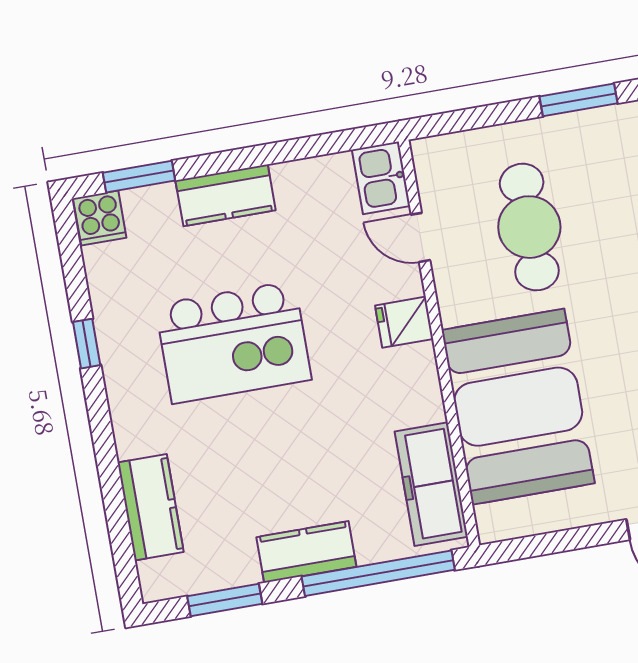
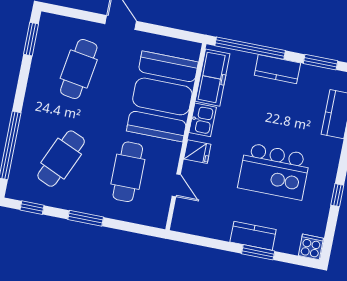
window: (139, 177) -> (258, 252), moved
kitchen sink: (381, 178) -> (203, 120), moved
kitchen island: (233, 342) -> (274, 171), turned 180

